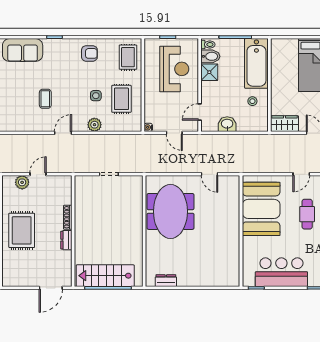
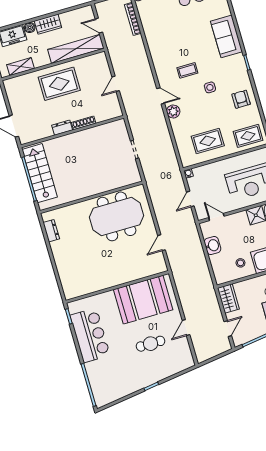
armchair: (89, 53) -> (241, 99), turned 180
side table: (96, 96) -> (210, 87), moved
plant: (94, 125) -> (173, 112), moved
door: (38, 174) -> (116, 84), swing flipped
door: (301, 174) -> (186, 328), hinge flipped
plant: (22, 182) -> (104, 71), removed

